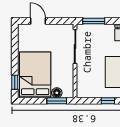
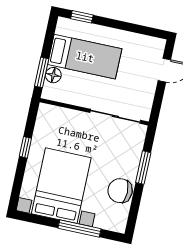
window: (94, 21) -> (143, 168), moved
bed: (35, 75) -> (85, 57), width x0.67

